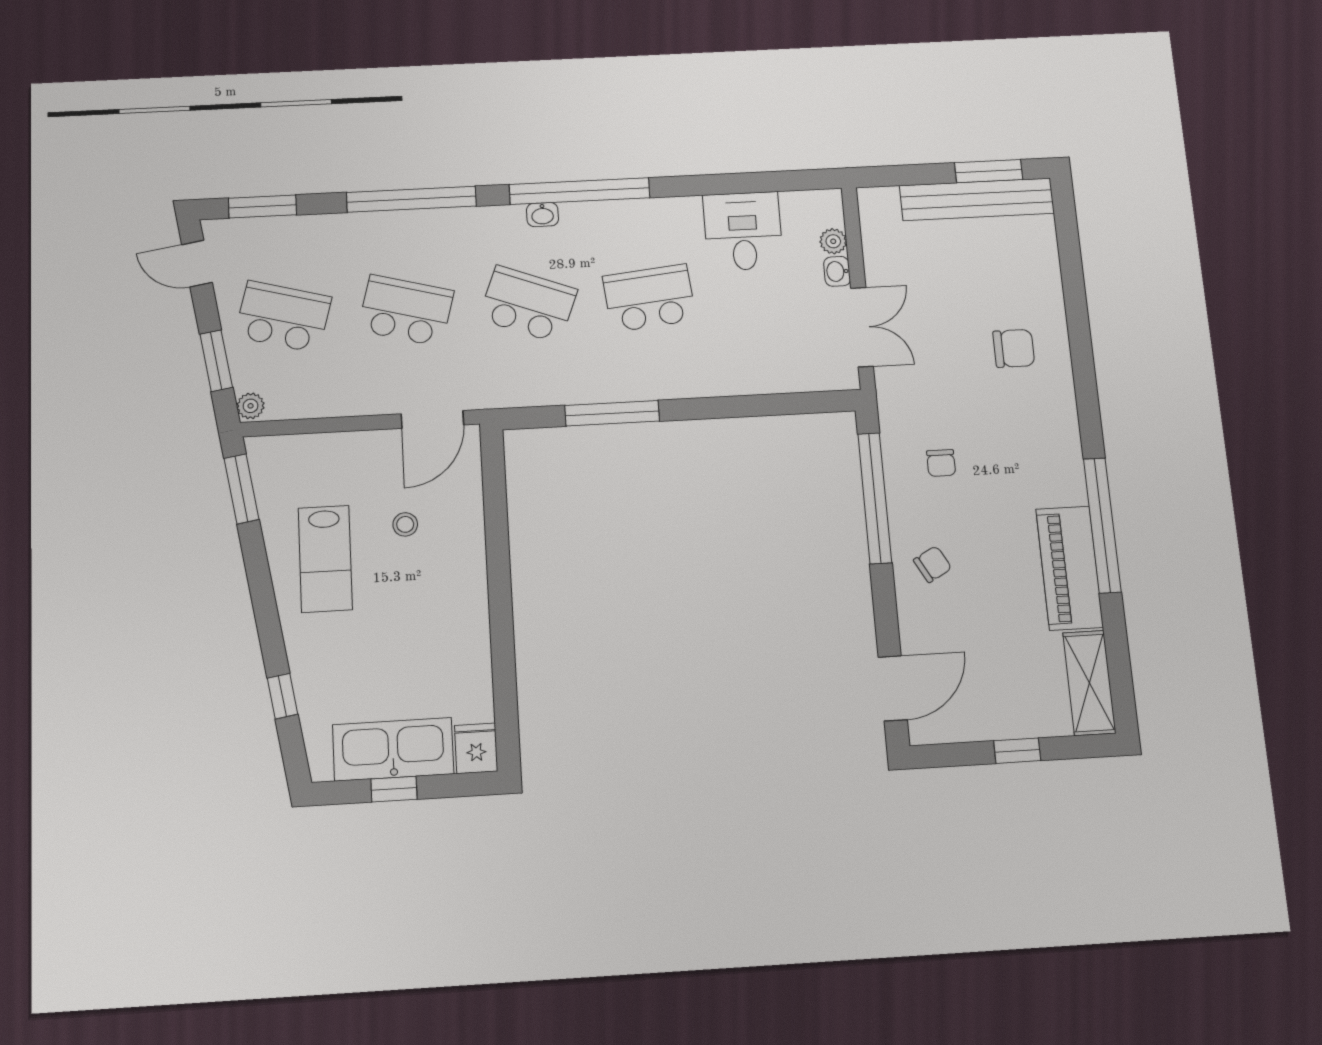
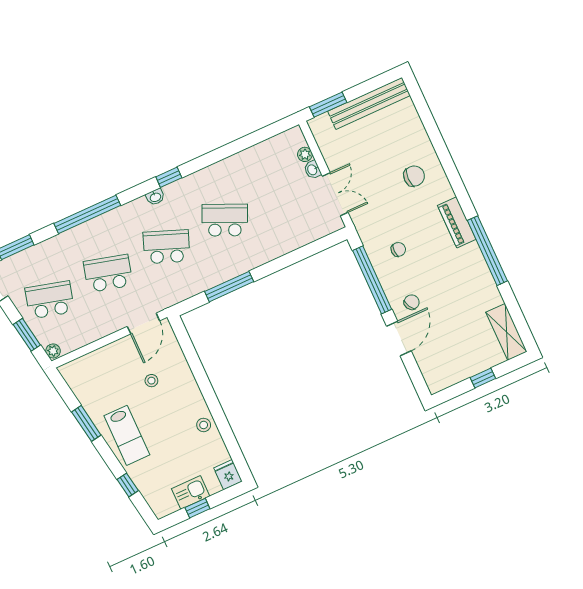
window: (989, 171) -> (328, 105), moved
window: (580, 191) -> (169, 177), width x0.32
desk: (743, 231) -> (258, 167), removed
school desk: (649, 298) -> (225, 220), turned 30
chair: (941, 463) -> (398, 249), turned -90
window: (241, 489) -> (86, 423), moved
lab bench: (325, 559) -> (127, 435), moved
piano: (1070, 568) -> (457, 222), moved, width x0.73, depth x0.75
stool: (468, 640) -> (204, 425), added
door: (893, 688) -> (399, 339), moved
kitchen sink: (393, 749) -> (191, 492), width x0.53, depth x0.81

